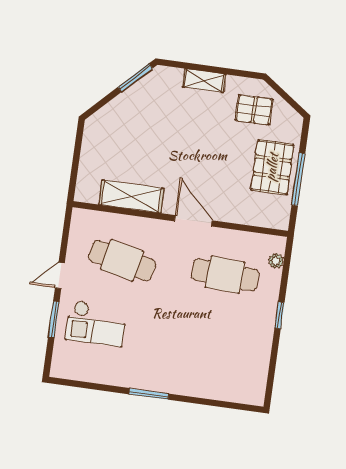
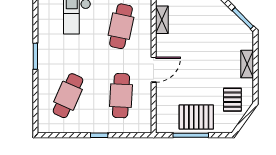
shelving: (131, 196) -> (162, 20), width x0.67, depth x0.75
plant: (276, 261) -> (135, 128), removed
cafe table: (214, 353) -> (68, 96), added

